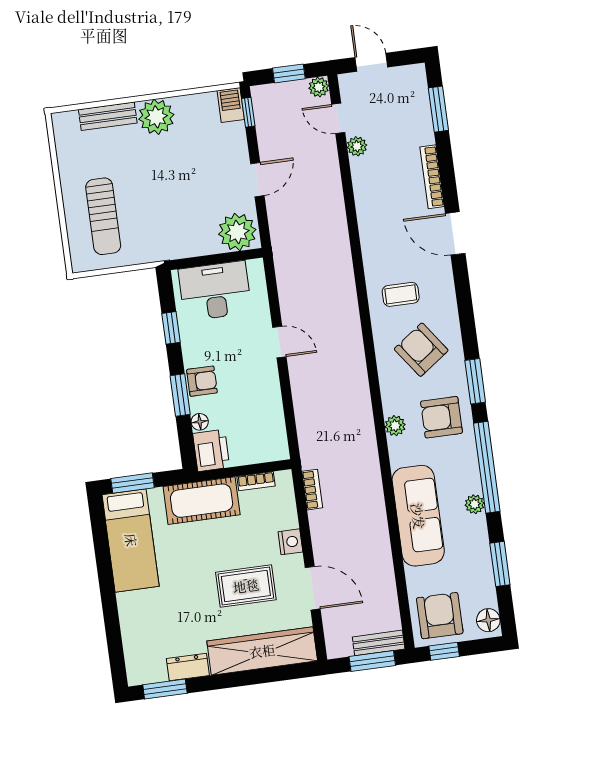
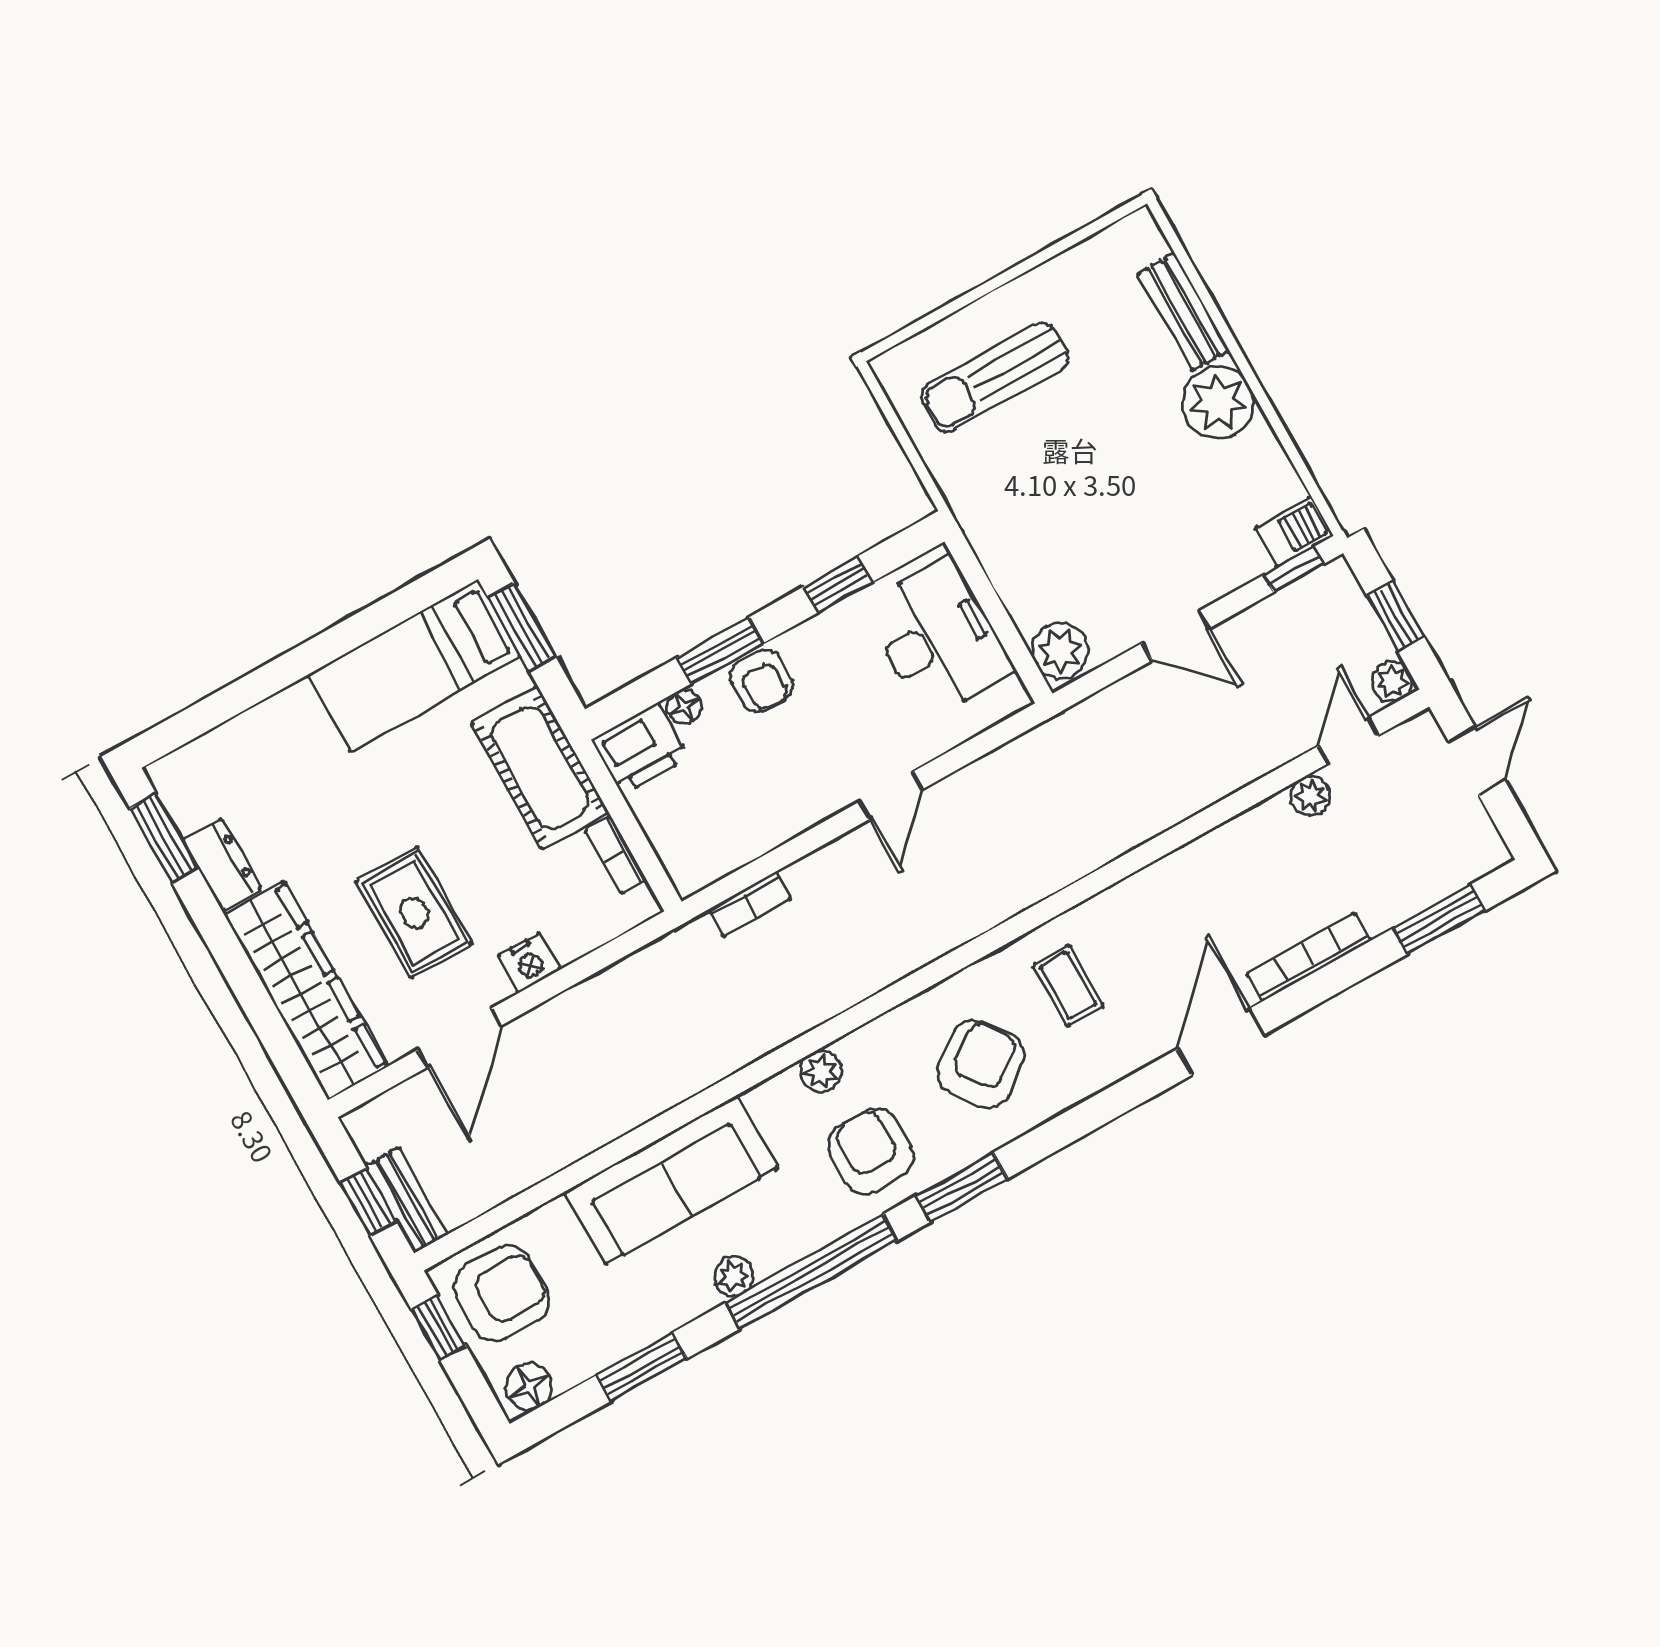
plant: (237, 232) -> (1060, 651), width x0.73, depth x0.73
bookcase: (312, 490) -> (749, 904), moved
window: (372, 661) -> (368, 1202), width x0.67

